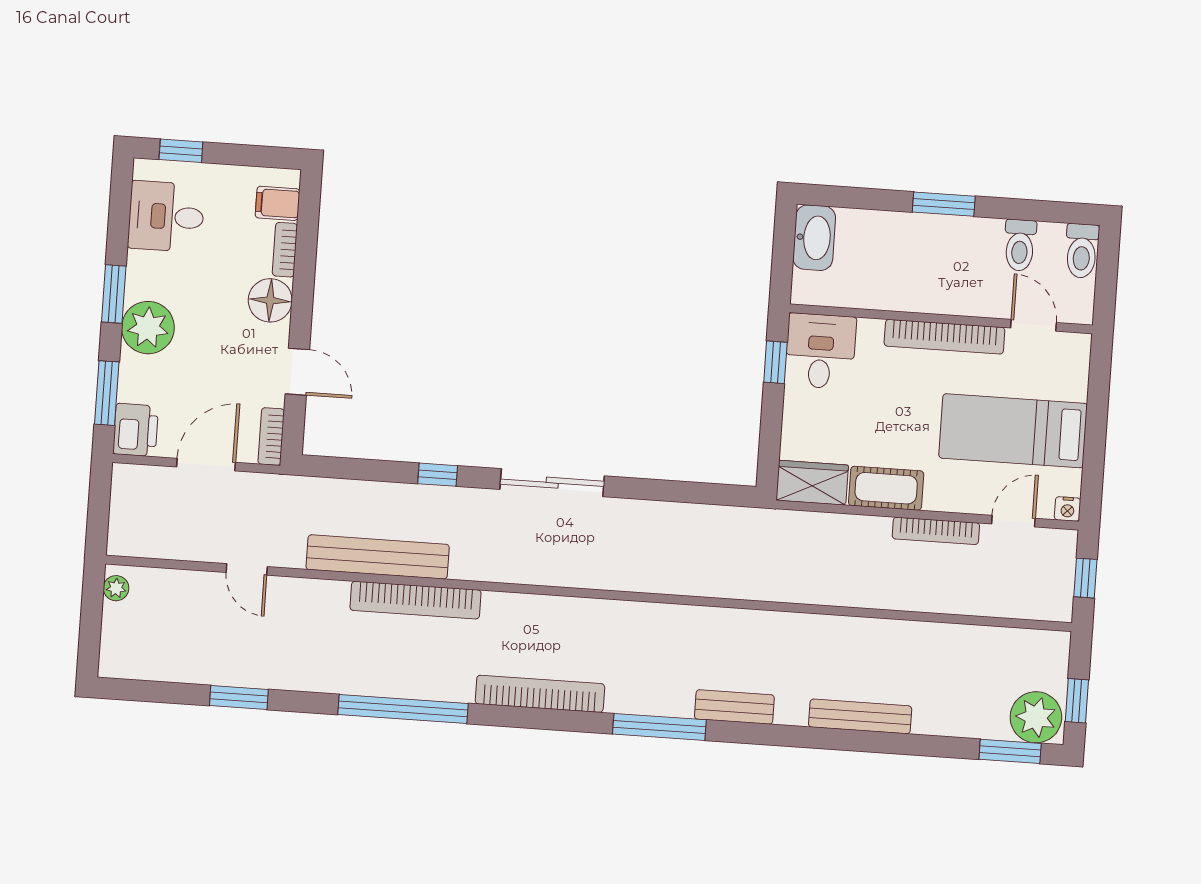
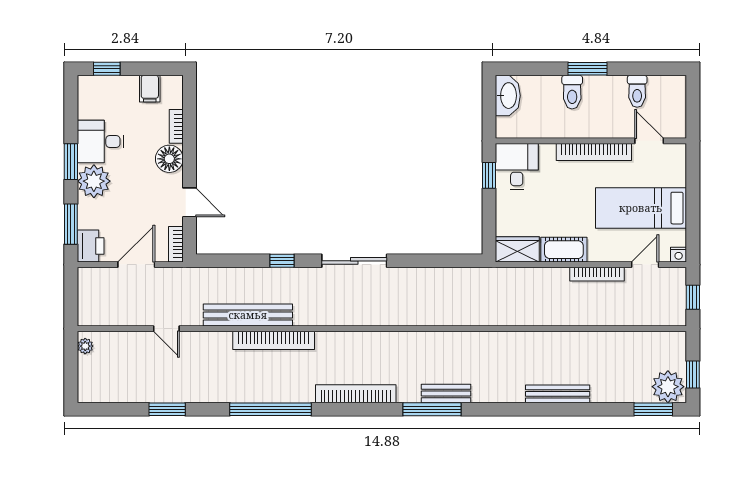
filing cabinet: (277, 203) -> (150, 89), moved, turned -90
desk: (166, 217) -> (100, 141), moved
toilet: (1082, 251) -> (572, 92), moved
bench: (734, 707) -> (446, 393), moved

